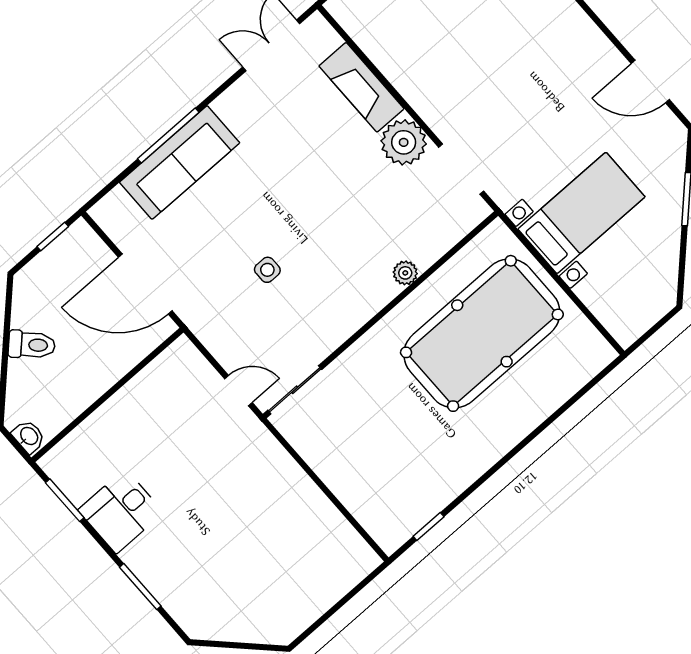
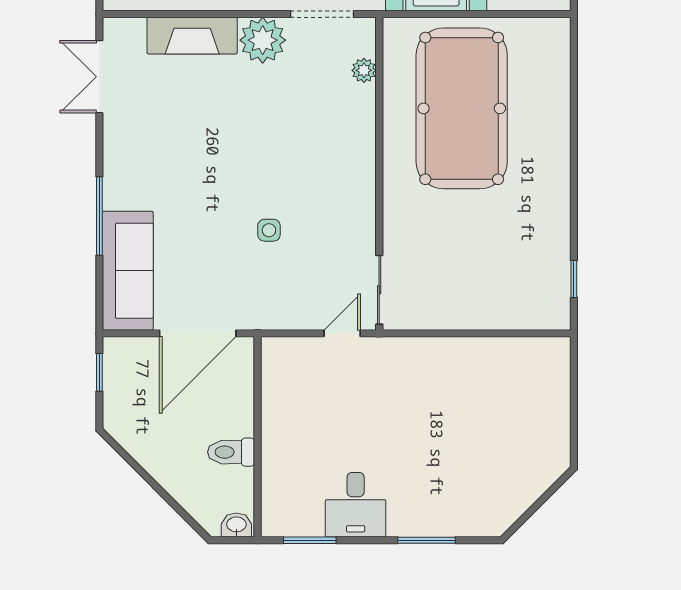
sofa: (180, 162) -> (128, 271), moved
plant: (405, 273) -> (364, 70), moved
toilet: (32, 345) -> (231, 452), moved, turned -135

